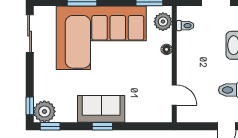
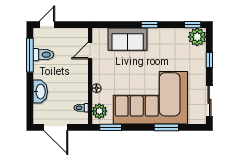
door: (174, 95) -> (90, 50), hinge flipped
window: (30, 106) -> (209, 60), moved
sofa: (101, 109) -> (128, 39), moved

